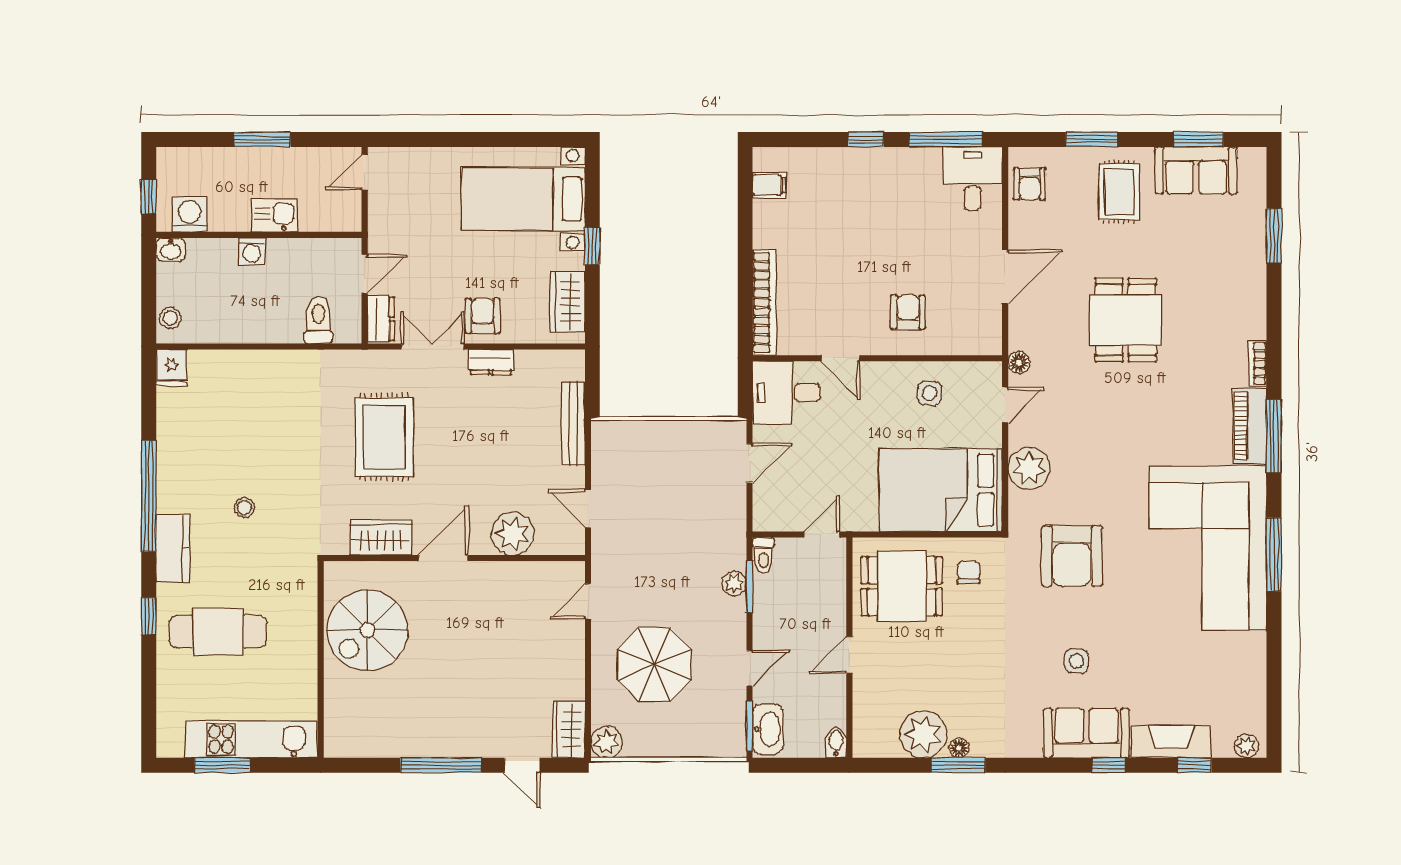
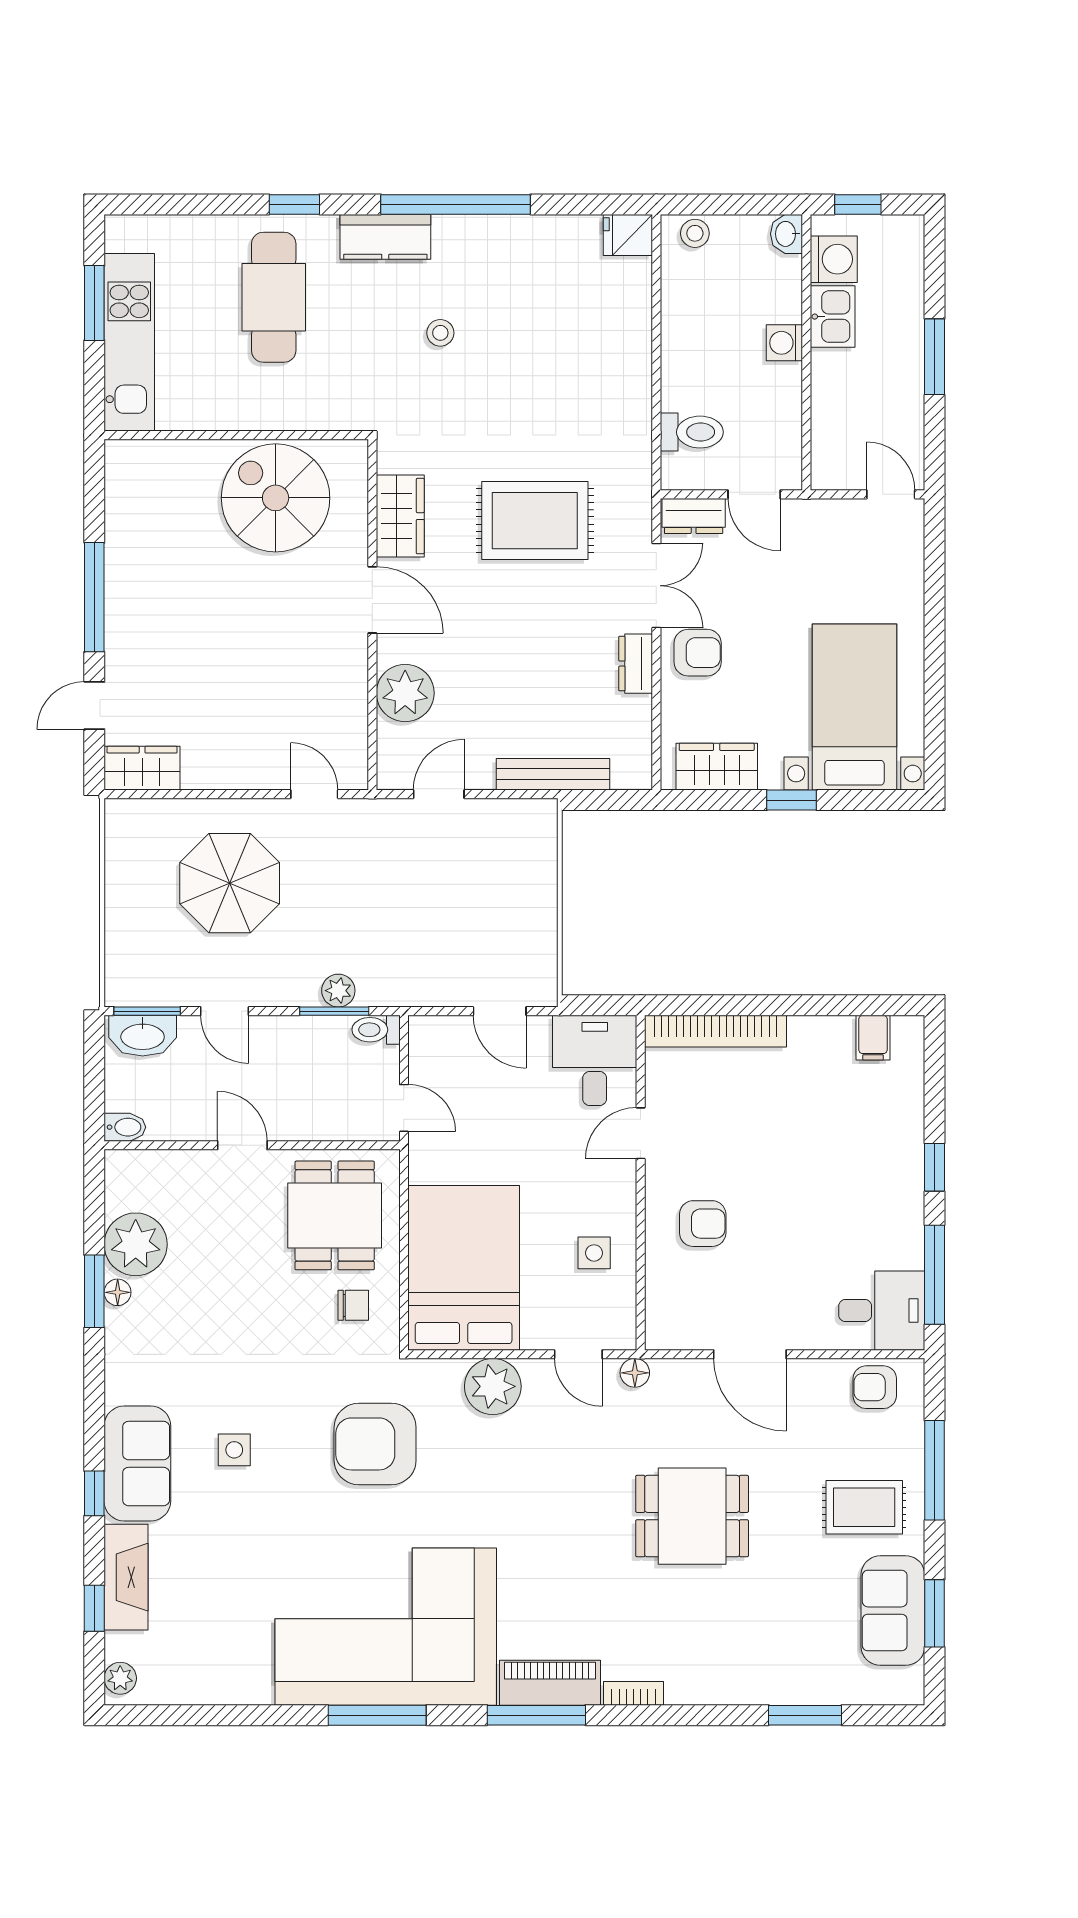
window: (1092, 139) -> (935, 1470), width x1.44
kitchen sink: (274, 215) -> (833, 317), moved
plant: (607, 742) -> (125, 819), removed

